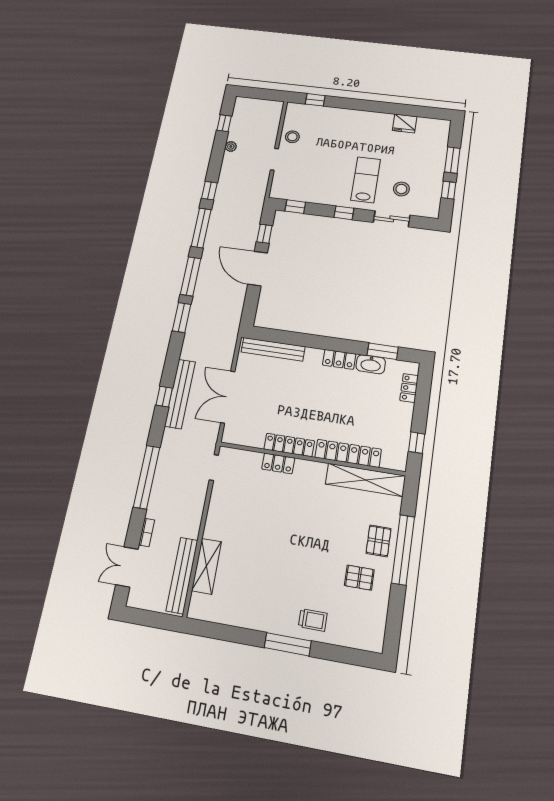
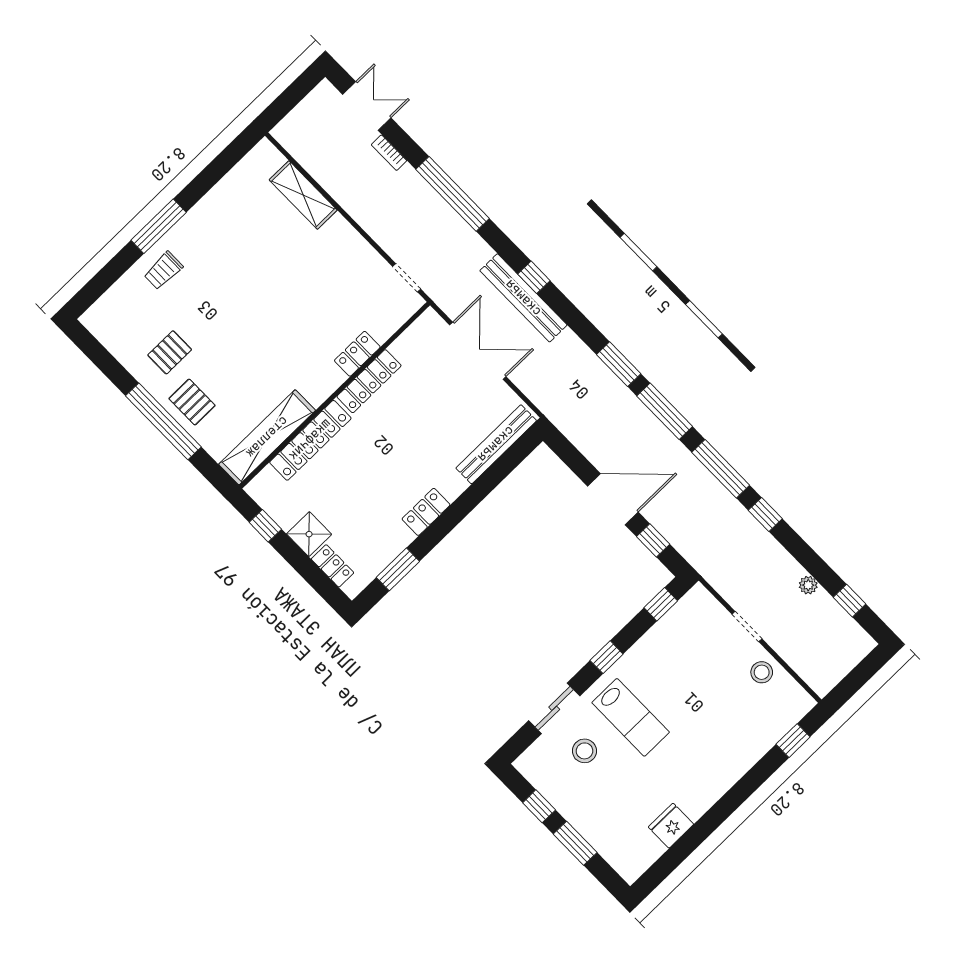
washbasin: (371, 364) -> (393, 544), removed
shower: (402, 414) -> (309, 534), added
bench: (182, 575) -> (313, 161), removed

